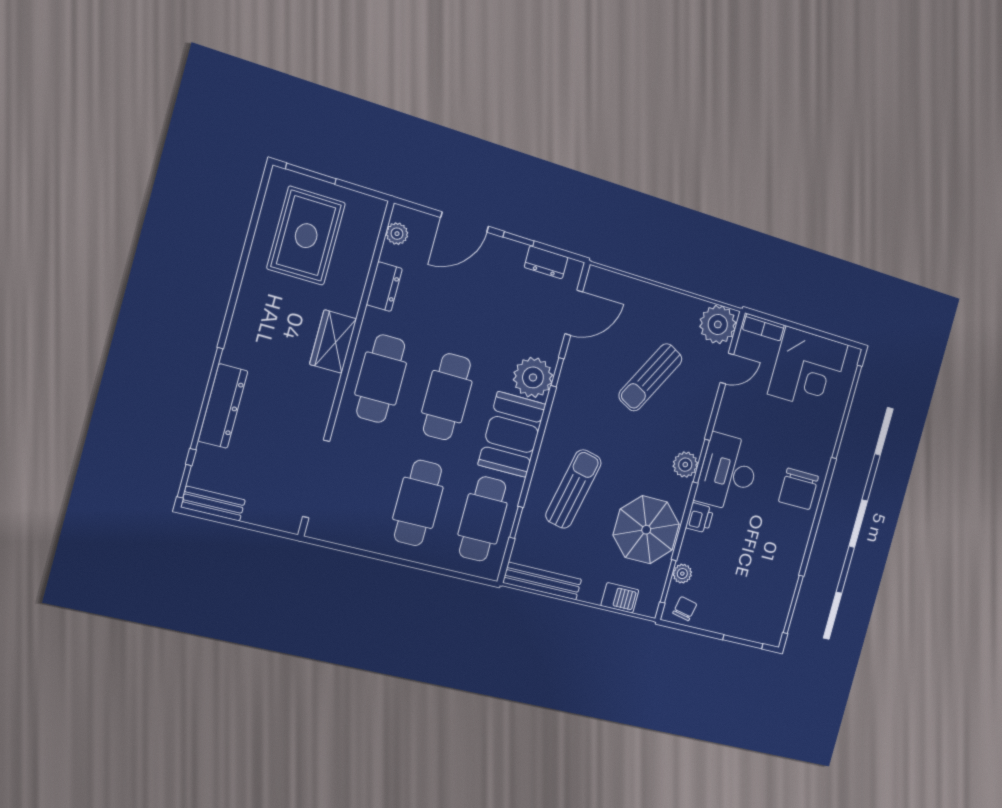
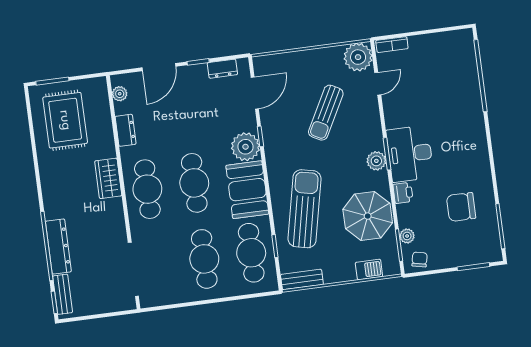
corner desk: (808, 369) -> (438, 59), removed
sun lounger: (573, 489) -> (304, 209), width x1.36, depth x1.34
chair: (799, 489) -> (461, 207), moved, turned 90
bench: (213, 504) -> (63, 294), moved, turned 90
bench: (542, 581) -> (302, 279), width x0.73

